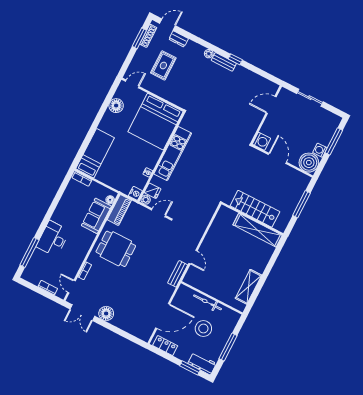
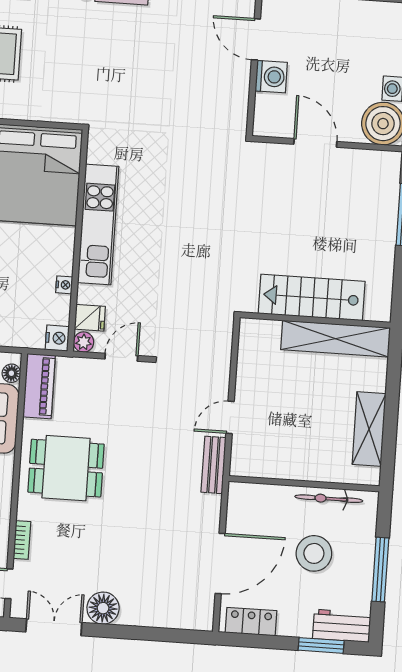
door: (271, 105) -> (256, 39), hinge flipped
washing machine: (261, 141) -> (271, 77), moved
stairs: (255, 209) -> (312, 297), moved
wall: (252, 219) -> (315, 320), moved
shelving: (258, 230) -> (336, 339), moved
door: (193, 257) -> (230, 417), swing flipped
bicycle: (207, 302) -> (329, 499), moved
double door: (82, 313) -> (54, 627), swing flipped

